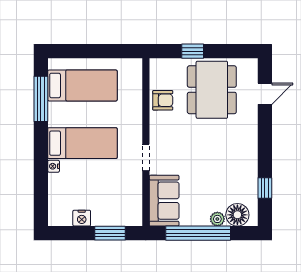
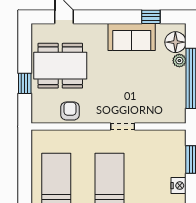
sofa: (164, 201) -> (132, 37), moved, turned 180

